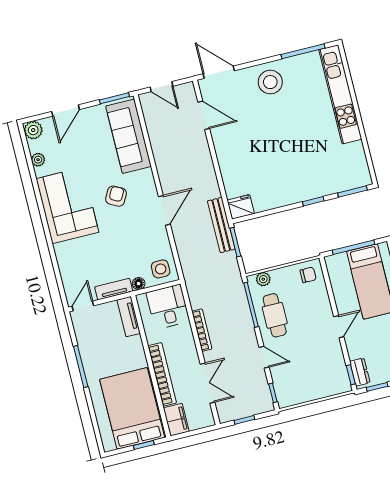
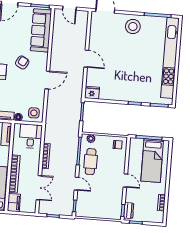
kitchen unit: (340, 94) -> (170, 58), width x1.36
door: (204, 115) -> (86, 59), moved
bench: (221, 225) -> (77, 99), removed
door: (339, 327) -> (125, 180), hinge flipped

